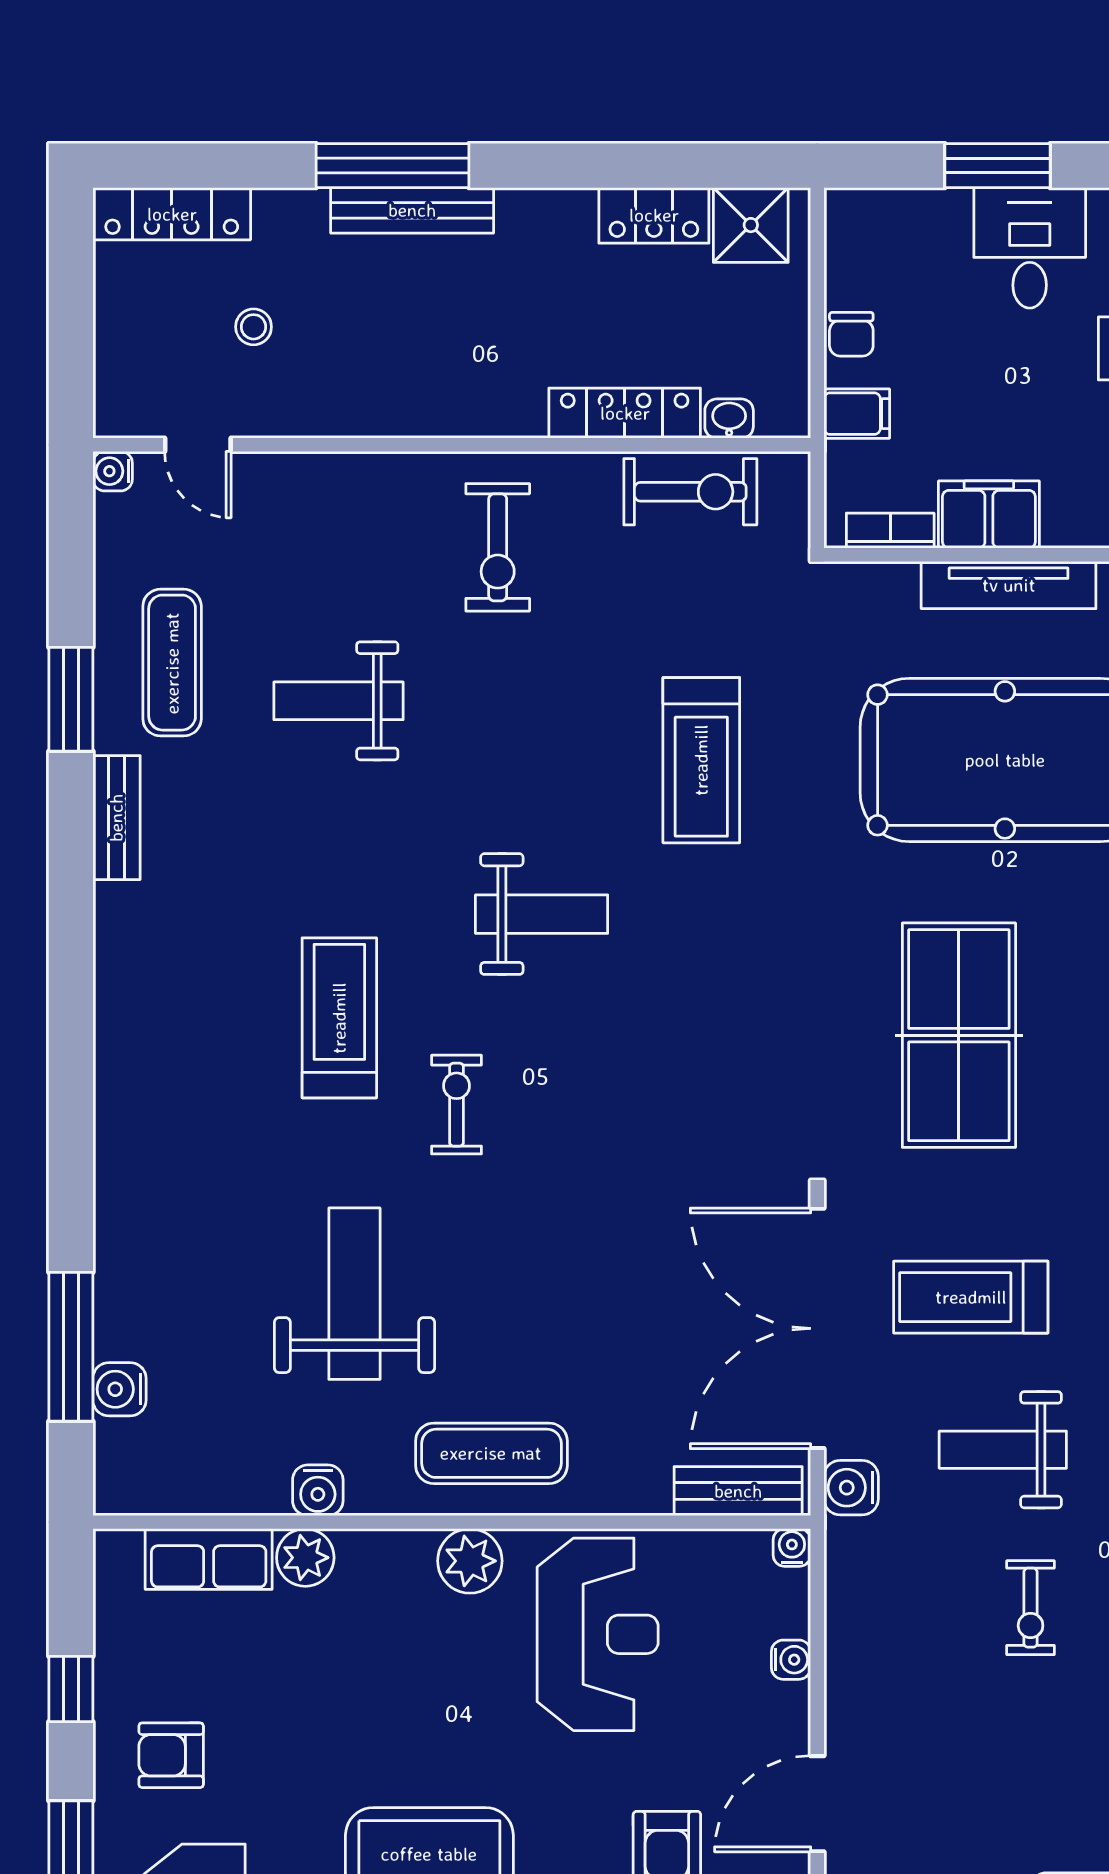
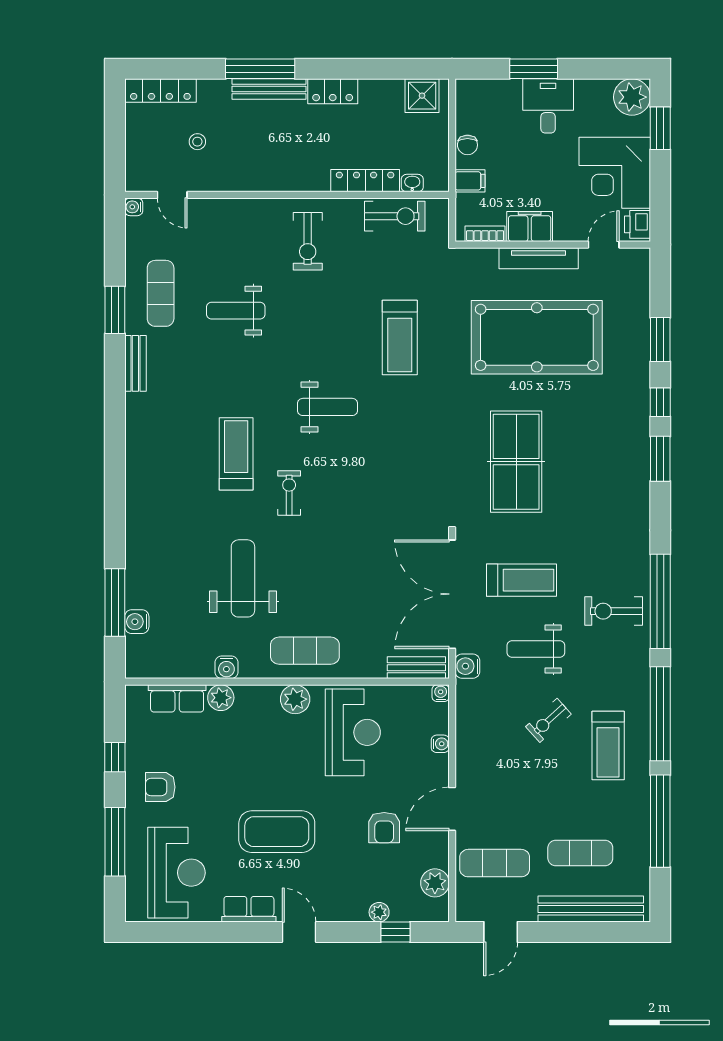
locker: (654, 215) -> (333, 91), moved
treadmill: (971, 1297) -> (521, 580), turned 180
exercise bike: (1031, 1608) -> (548, 720), turned 48

